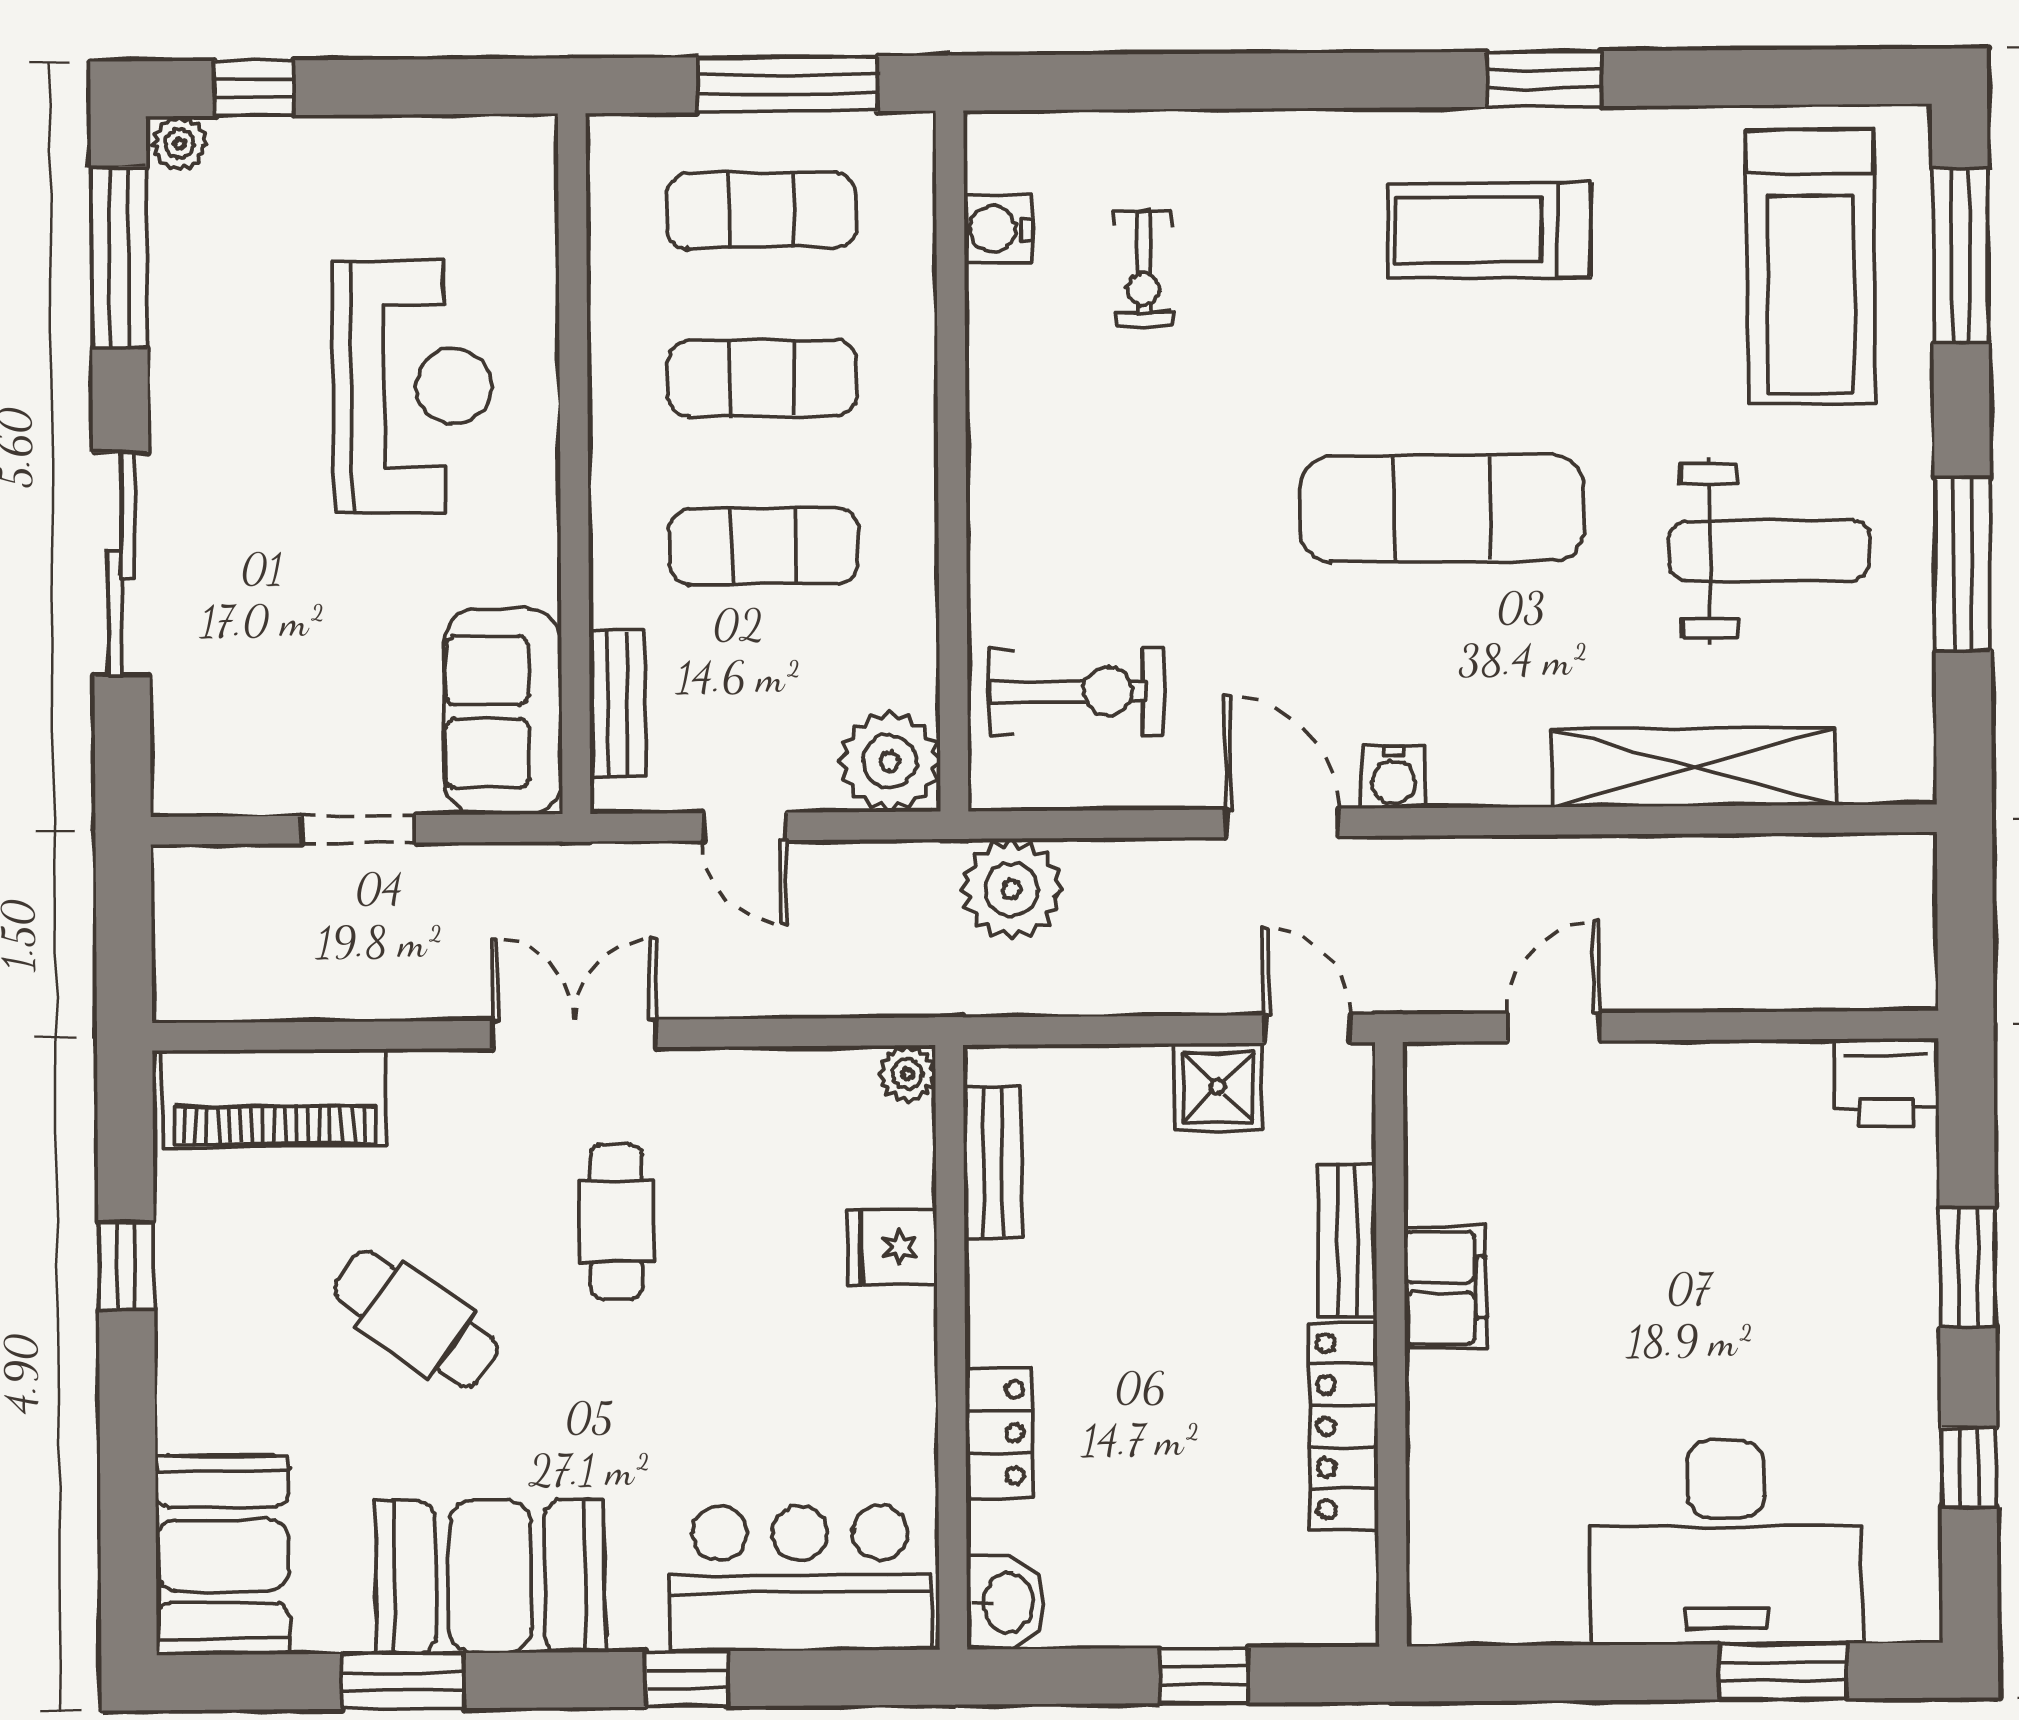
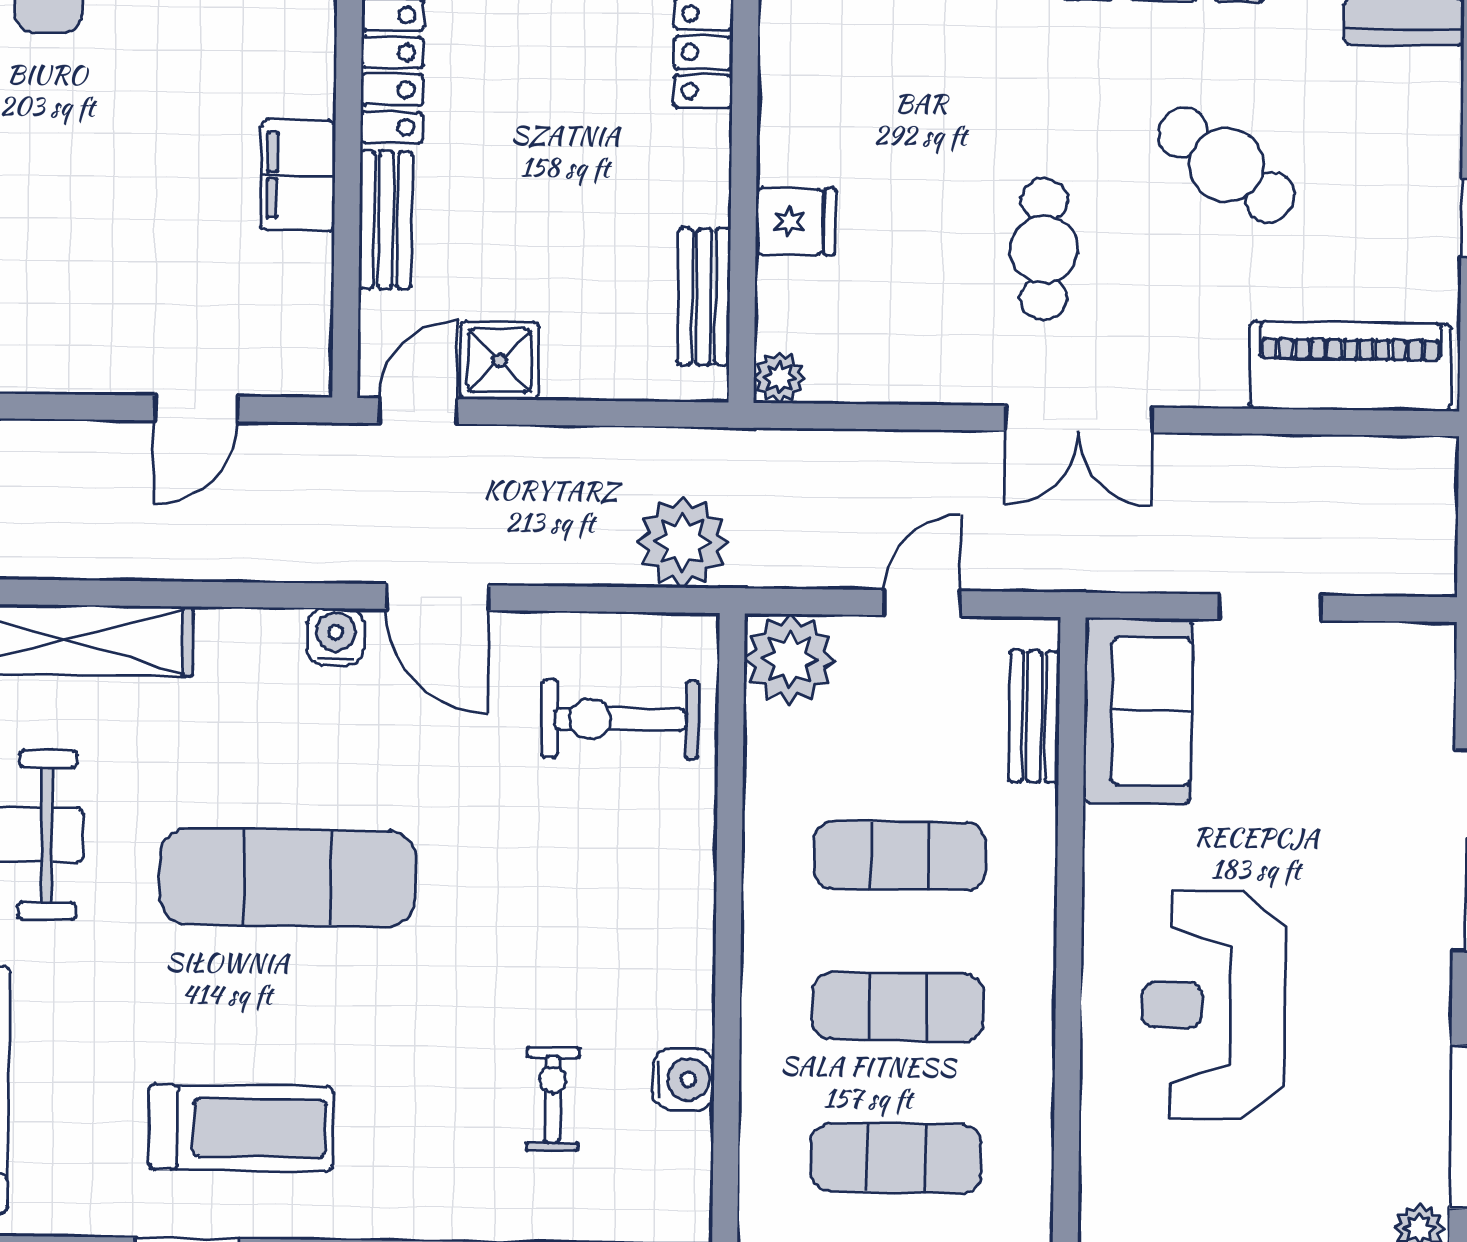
water cooler: (998, 229) -> (683, 1079), moved
door: (744, 827) -> (922, 603), hinge flipped
door: (1307, 1029) -> (418, 411), swing flipped

